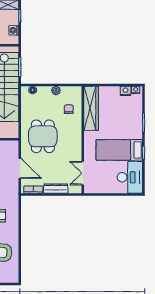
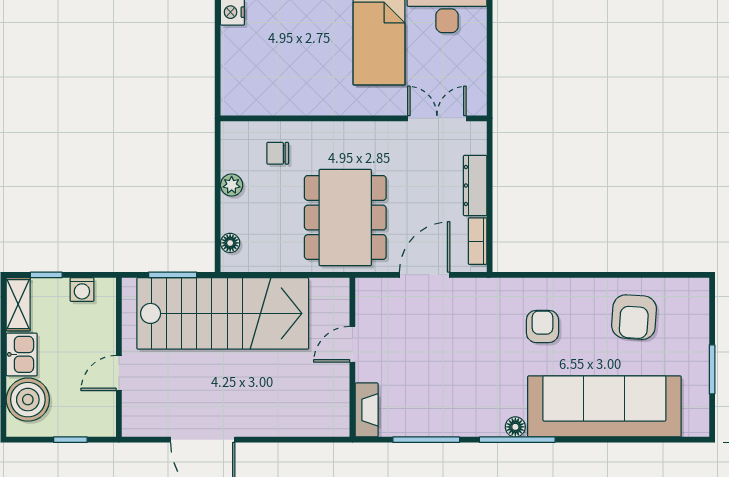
wardrobe: (91, 108) -> (276, 98), removed
dining table: (43, 136) -> (345, 218), width x1.38
double door: (83, 173) -> (437, 118), swing flipped

